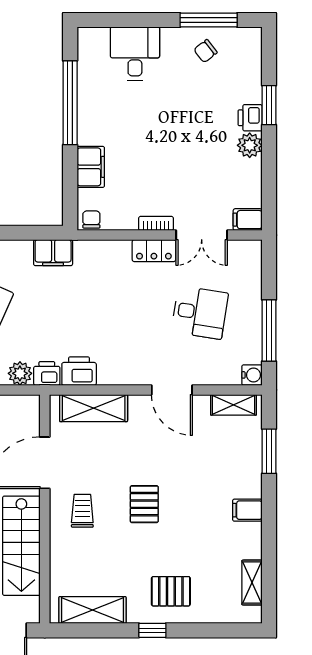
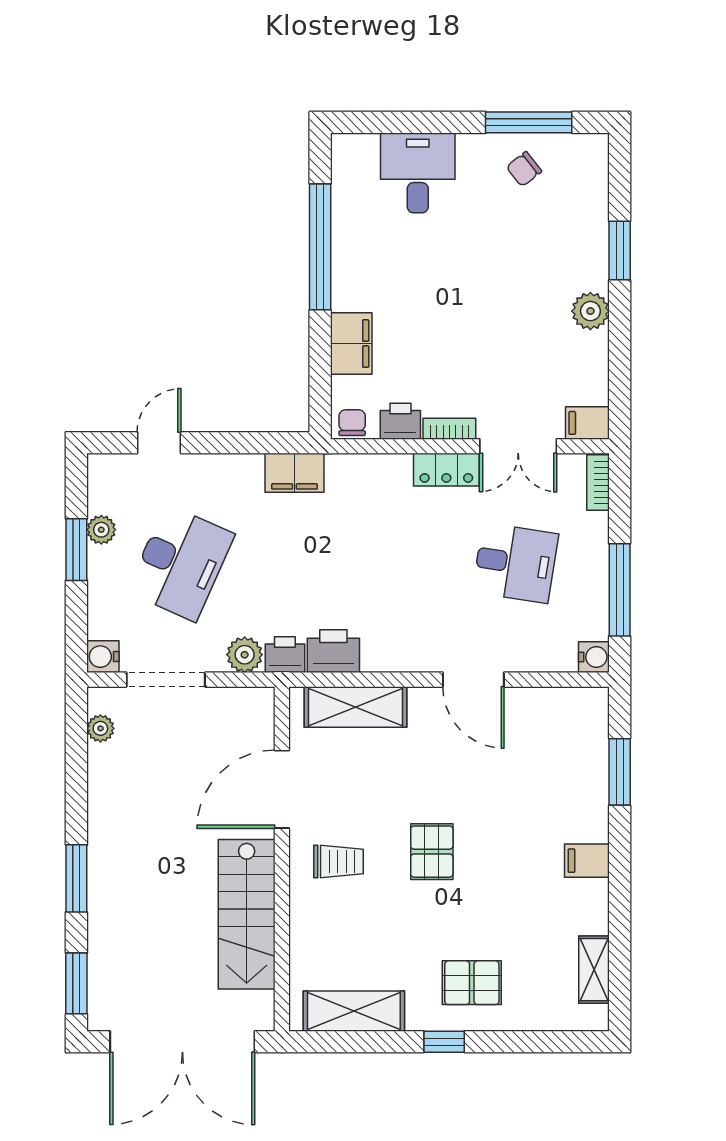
printer: (250, 118) -> (400, 421), moved, turned 90
bookcase: (255, 259) -> (598, 482), added
shelving: (233, 405) -> (566, 702), removed
trolley: (82, 511) -> (338, 862), turned 90

